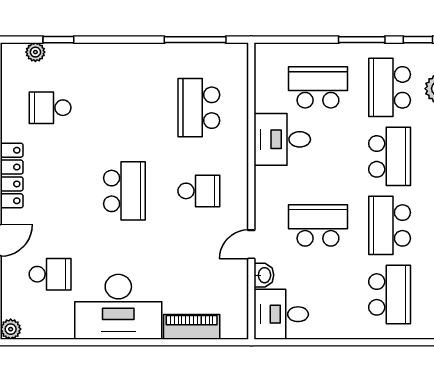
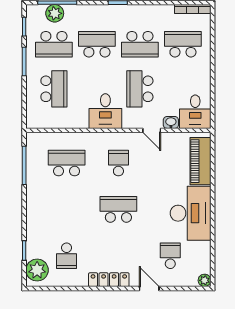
plant: (35, 52) -> (37, 270), width x1.88, depth x1.88
school desk: (318, 87) -> (54, 89), turned 180
school desk: (199, 108) -> (67, 163), turned 180
desk: (282, 139) -> (105, 111), moved
piano: (192, 327) -> (201, 161), width x1.37, depth x1.33

